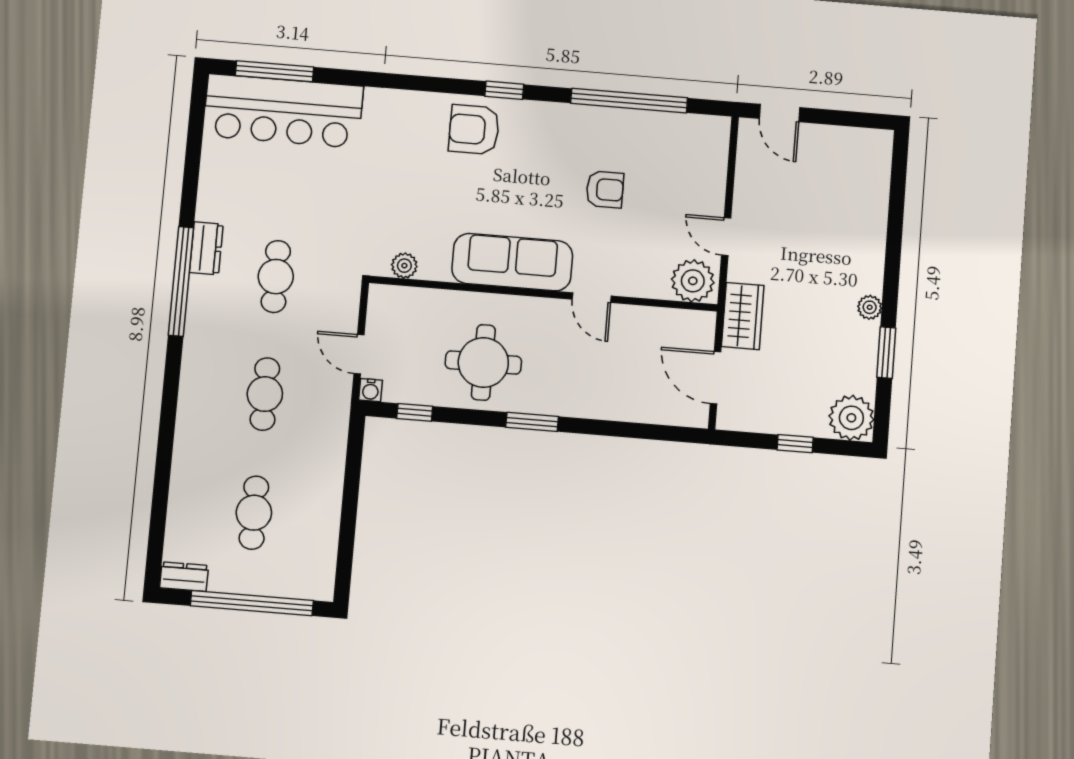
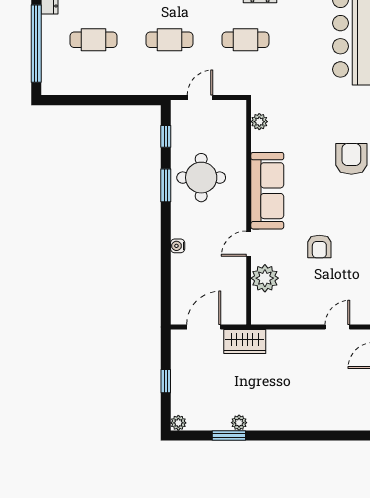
door: (726, 237) -> (337, 327), moved
plant: (693, 281) -> (265, 278), moved
plant: (870, 307) -> (239, 423), moved
water cooler: (371, 390) -> (178, 246), moved
plant: (851, 418) -> (178, 423), width x0.53, depth x0.53
window: (532, 422) -> (166, 185), moved

